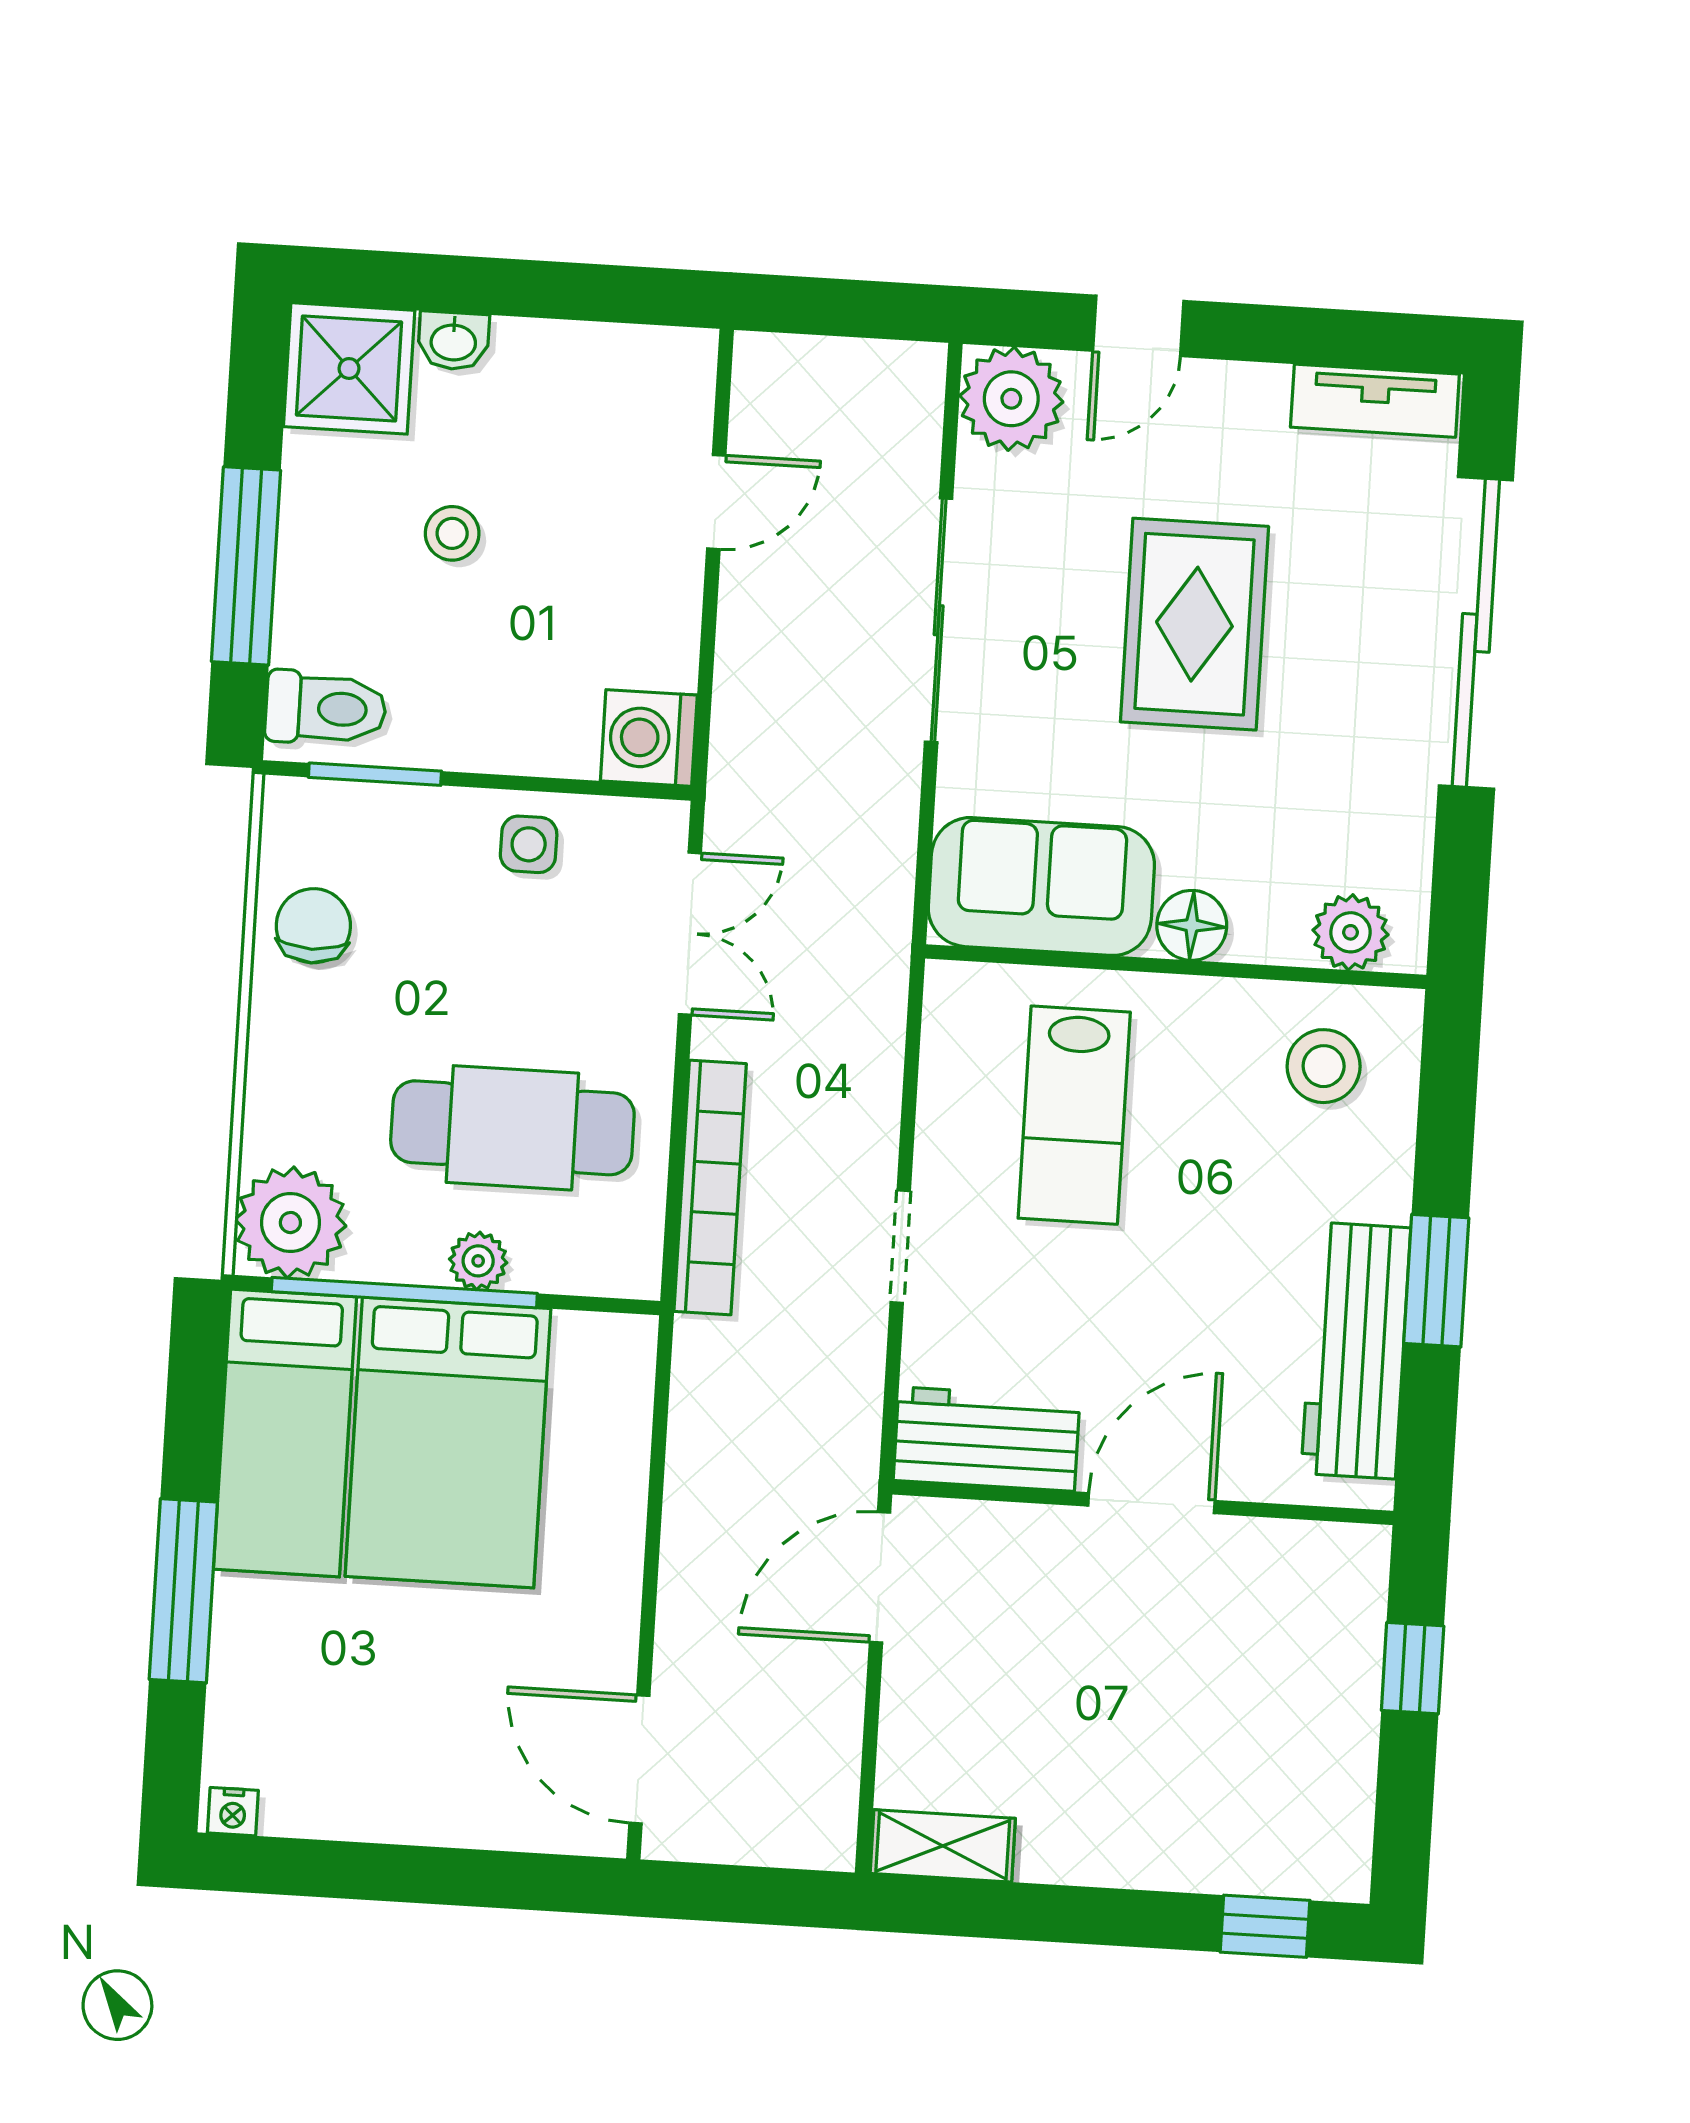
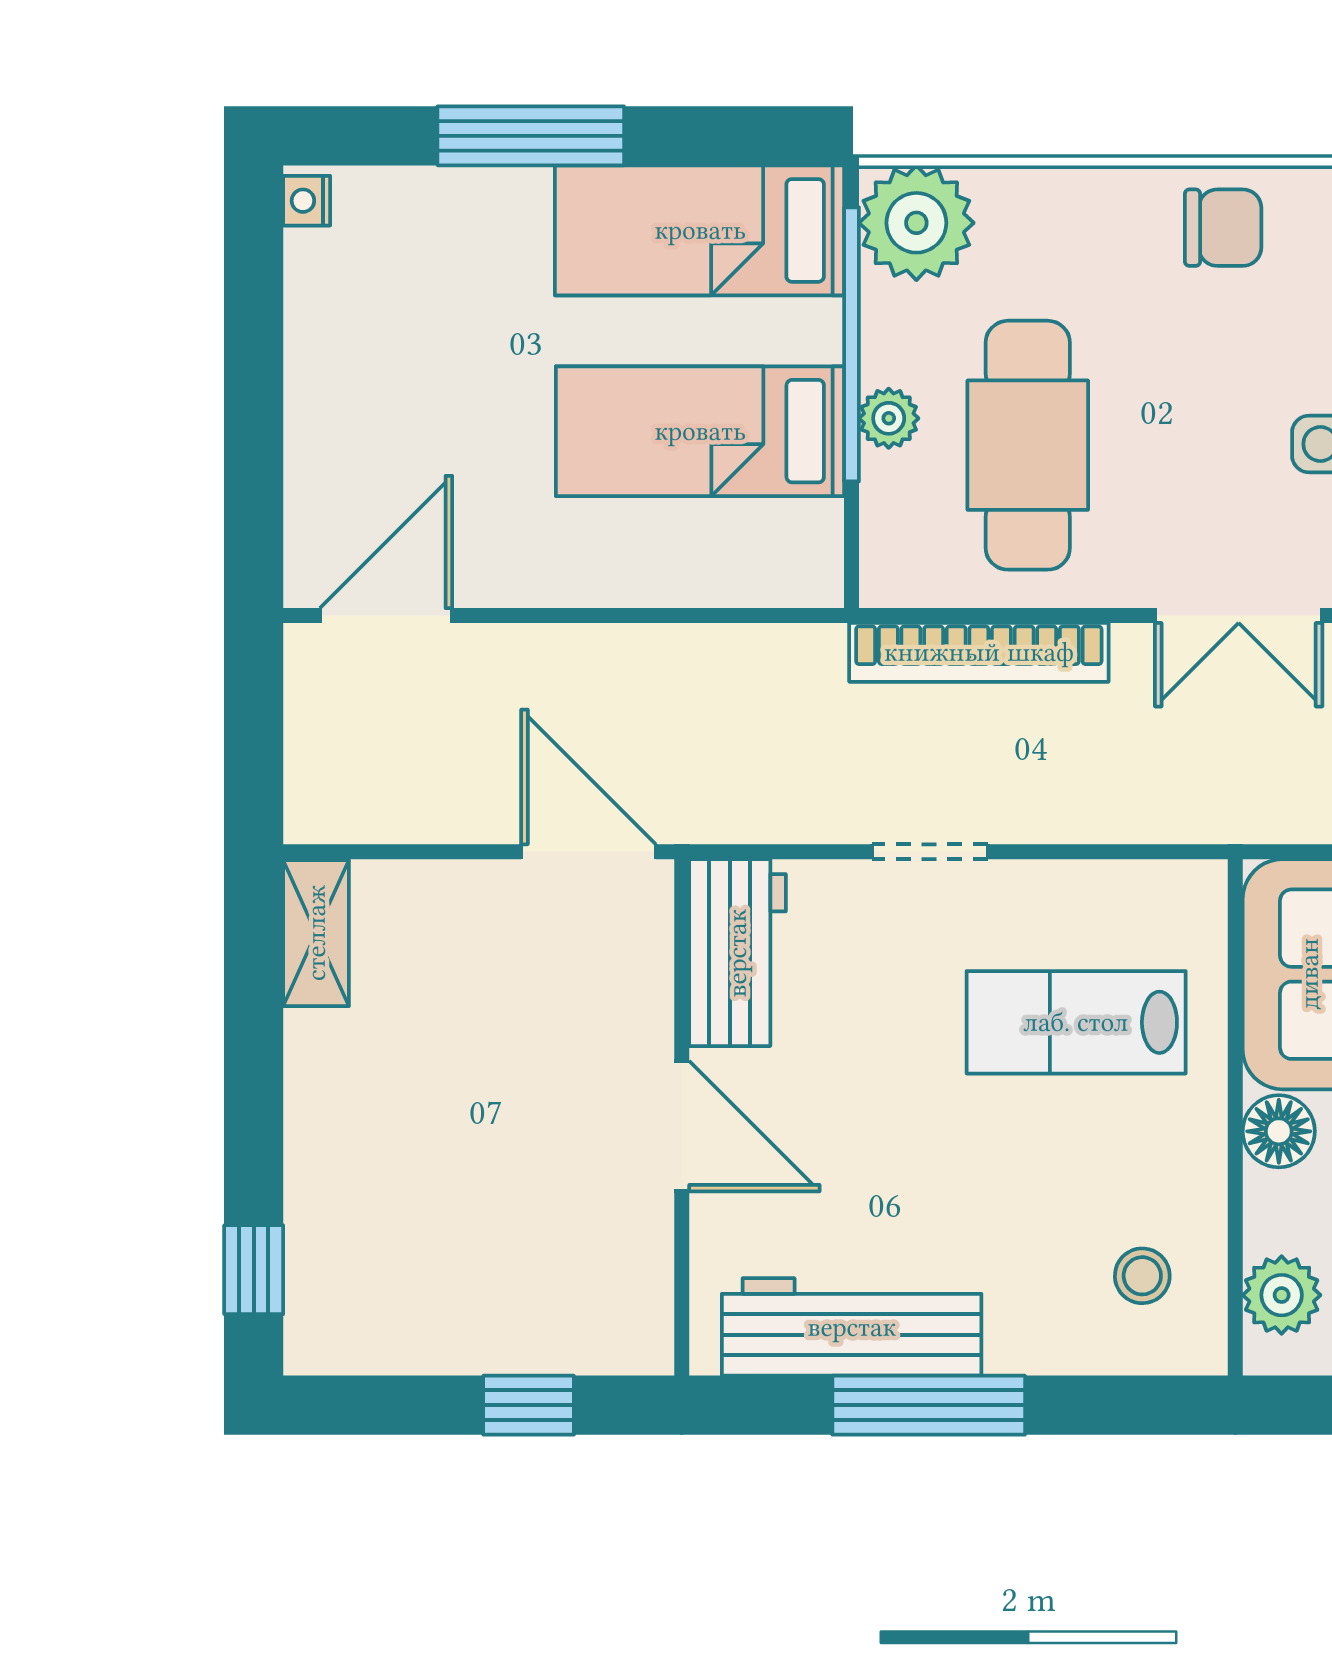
stool: (1324, 1066) -> (1142, 1276), width x0.73, depth x0.73
window: (1436, 1281) -> (929, 1405), width x1.44
bed: (448, 1443) -> (700, 431), width x0.67

